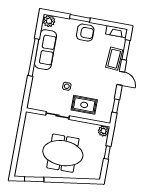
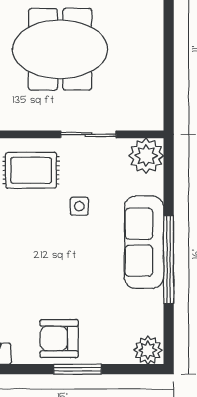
sofa: (46, 50) -> (144, 242), moved
plant: (35, 102) -> (146, 156), added

